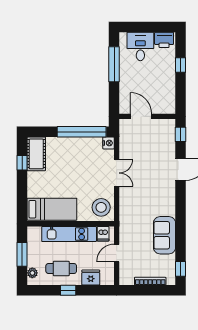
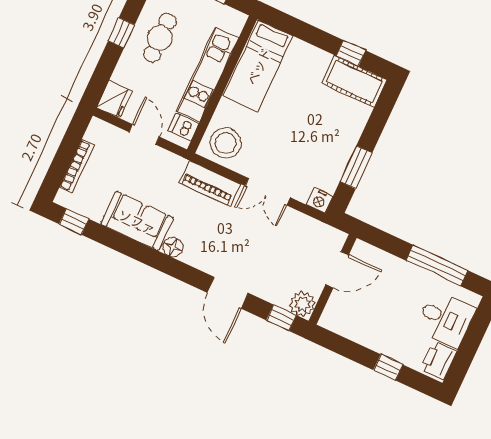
plant: (168, 126) -> (302, 304), added
window: (82, 132) -> (356, 167), width x0.47
piano: (127, 206) -> (210, 183), added
floor lamp: (170, 210) -> (173, 247), added
fridge: (91, 278) -> (114, 99), moved

